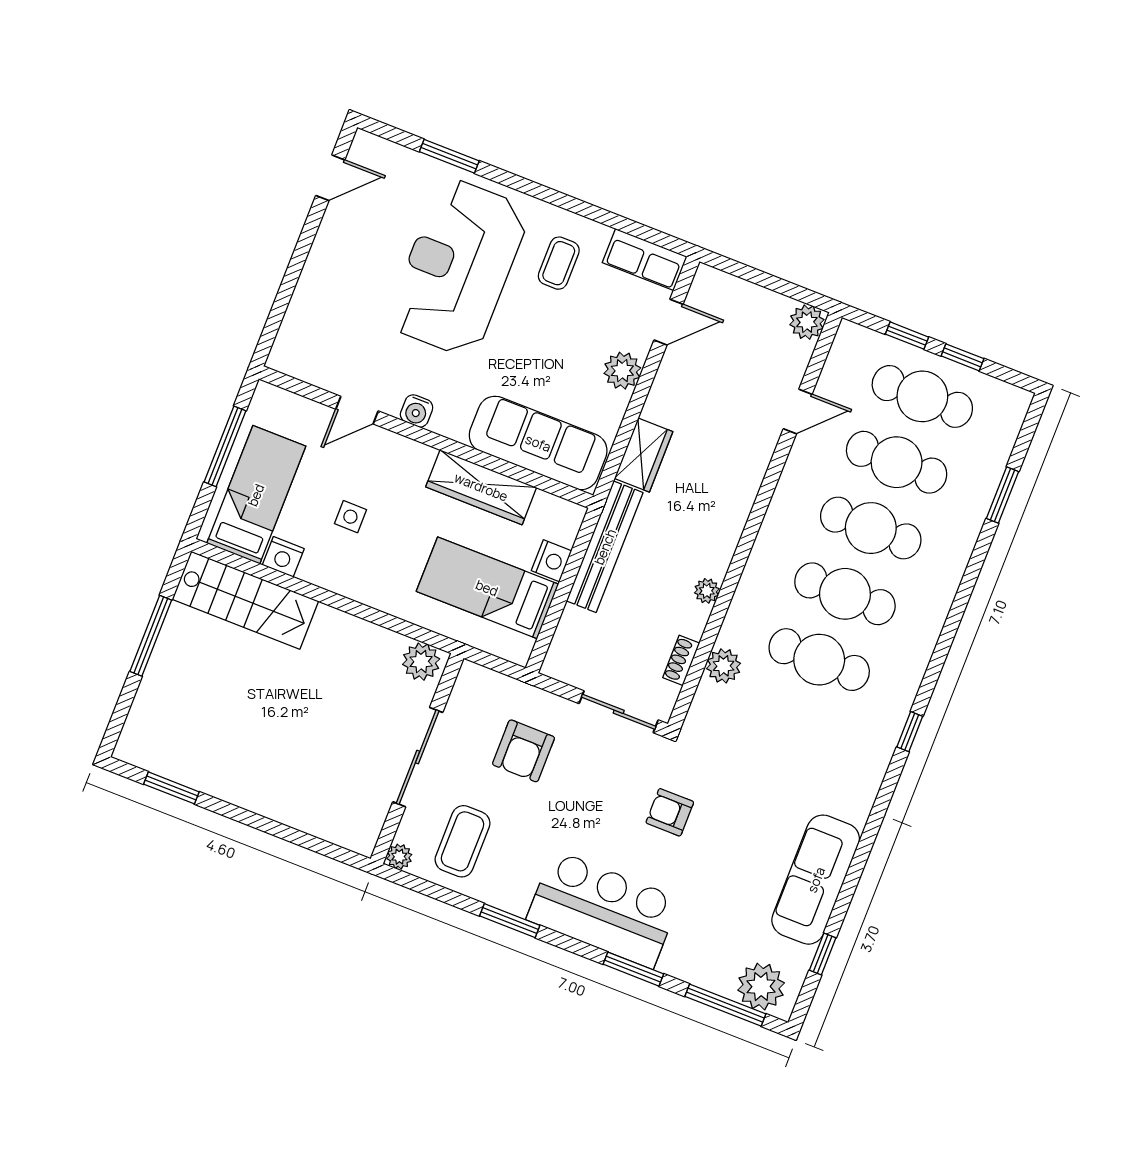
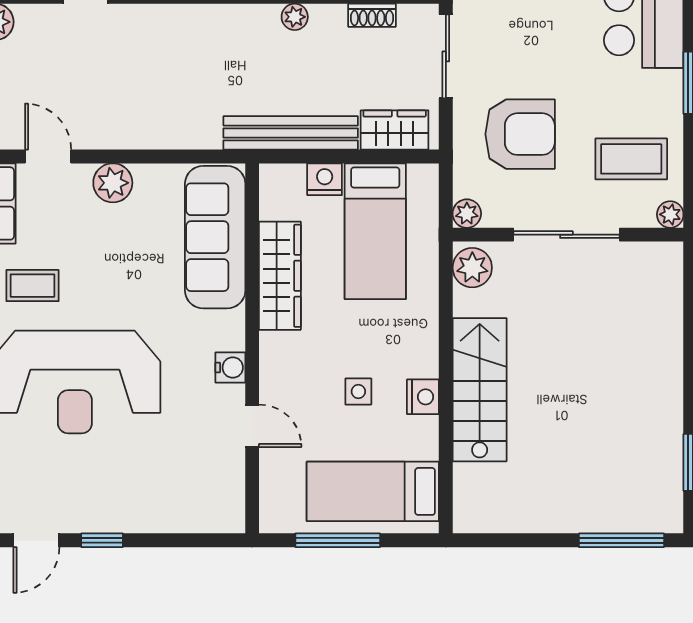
door: (330, 178) -> (36, 540), swing flipped
window: (307, 236) -> (102, 540), added
wardrobe: (644, 455) -> (395, 130), moved
nightstand: (283, 557) -> (423, 397), moved
stairs: (245, 600) -> (480, 390), moved
window: (151, 636) -> (621, 540), moved
plant: (471, 676) -> (467, 214), added
armchair: (524, 751) -> (520, 134), width x1.36, depth x1.36

